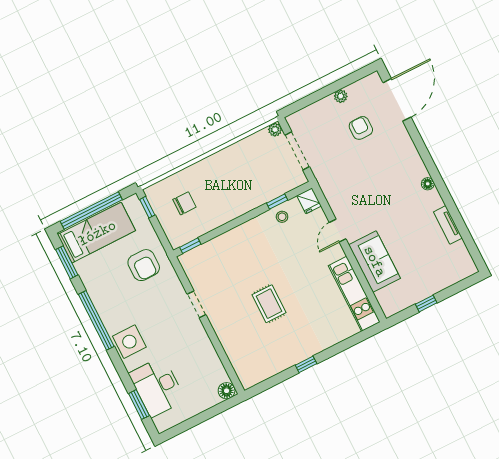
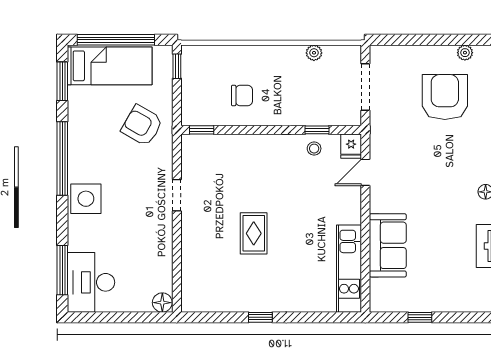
plant: (341, 96) -> (465, 53), moved
armchair: (361, 128) -> (445, 97), width x1.88, depth x1.88
plant: (275, 130) -> (314, 53), moved
chair: (184, 203) -> (242, 95), moved
door: (338, 231) -> (365, 172), moved
armchair: (144, 265) -> (142, 125), turned 120
desk: (157, 387) -> (91, 282), moved
window: (139, 405) -> (62, 270), width x1.44

